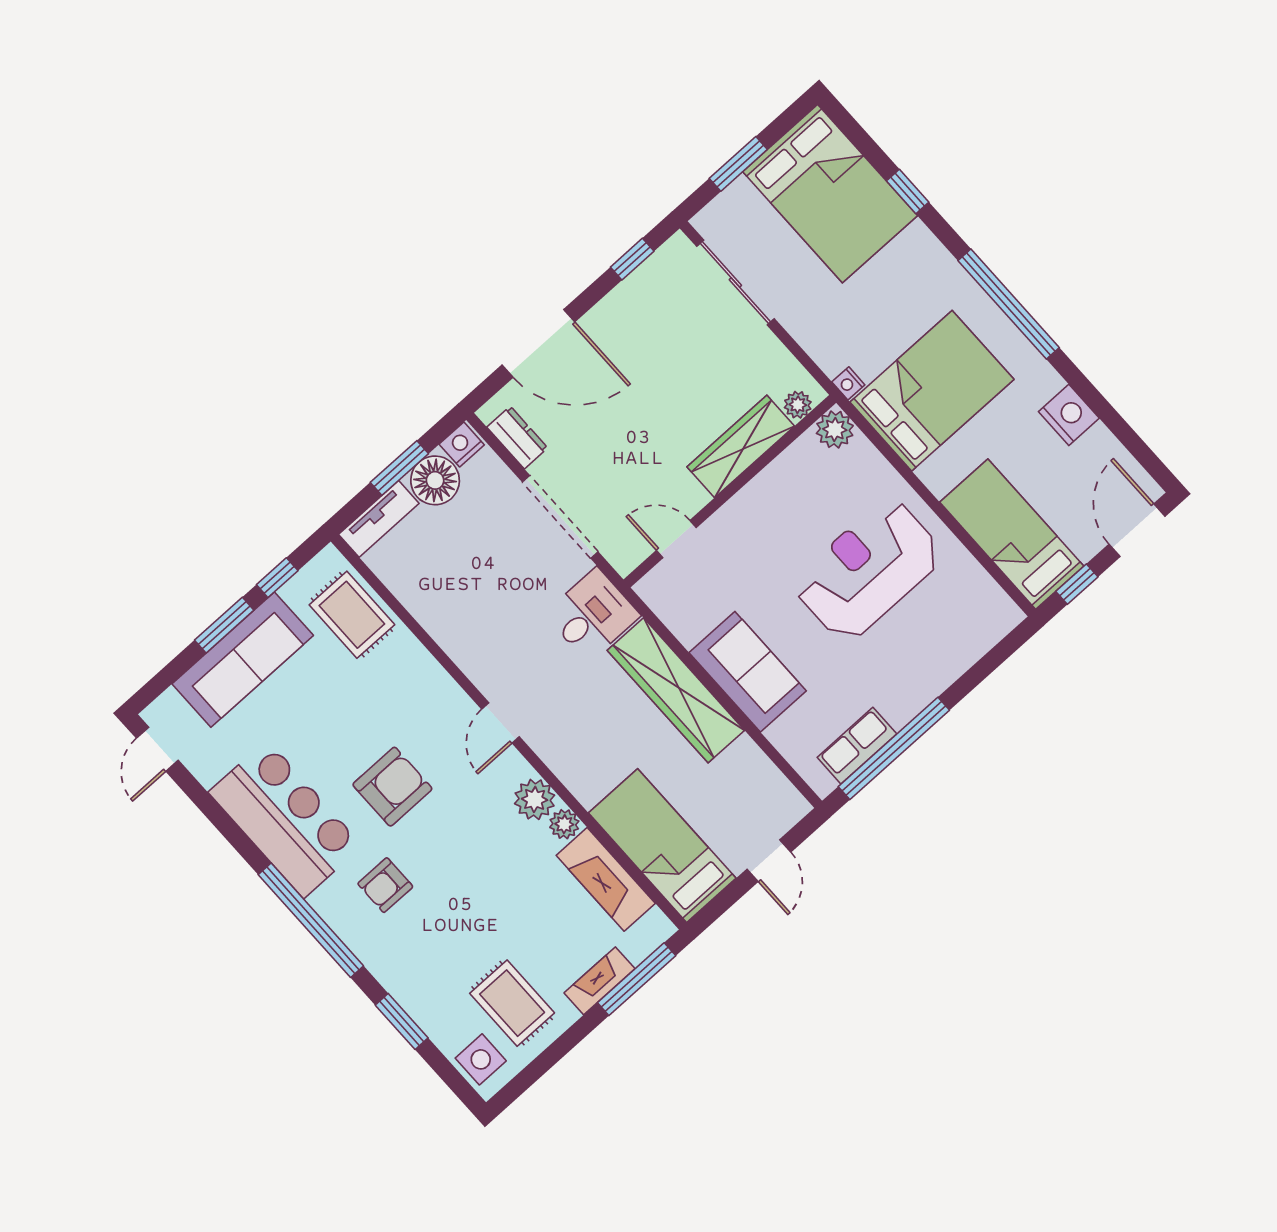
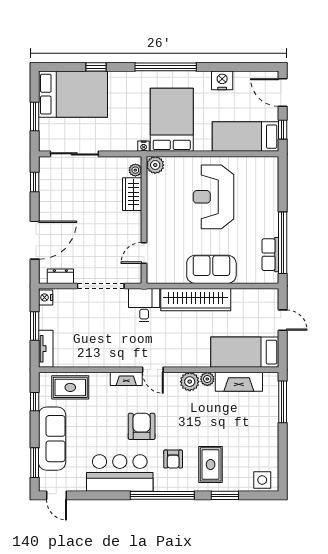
wardrobe: (741, 446) -> (132, 194), width x0.67
floor lamp: (435, 480) -> (50, 318), removed
window: (224, 625) -> (35, 463), moved
fireplace: (600, 981) -> (126, 379), moved, turned -90
rug: (512, 1003) -> (211, 464), moved, turned 90

